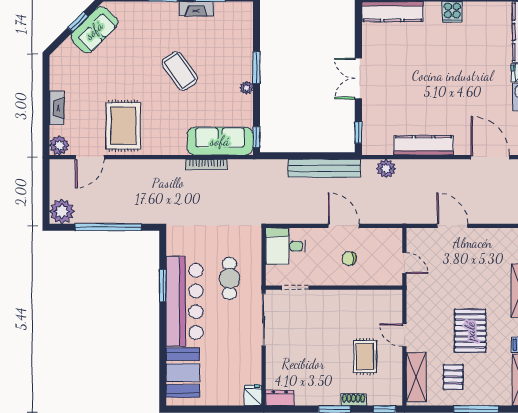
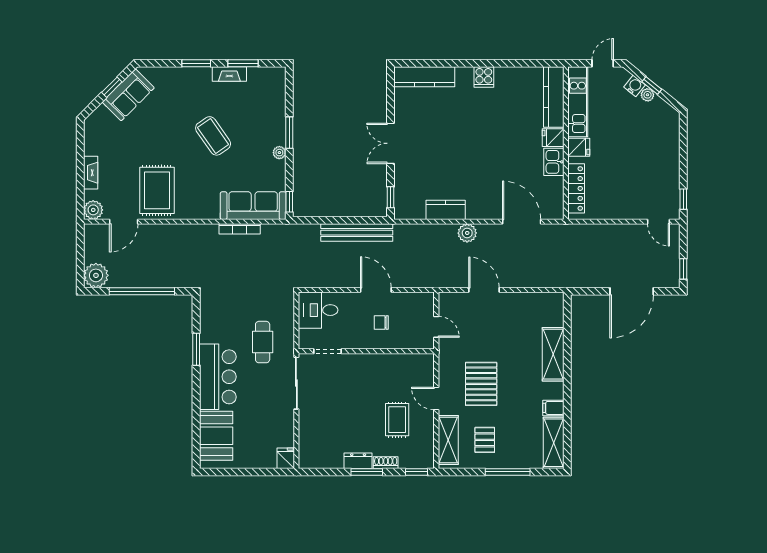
kitchen counter: (424, 145) -> (446, 210), width x0.67
plant: (386, 169) -> (467, 233), moved
bar counter: (185, 301) -> (218, 377), width x0.73
pallet: (470, 331) -> (481, 384), moved
dresser: (280, 398) -> (358, 461), moved

